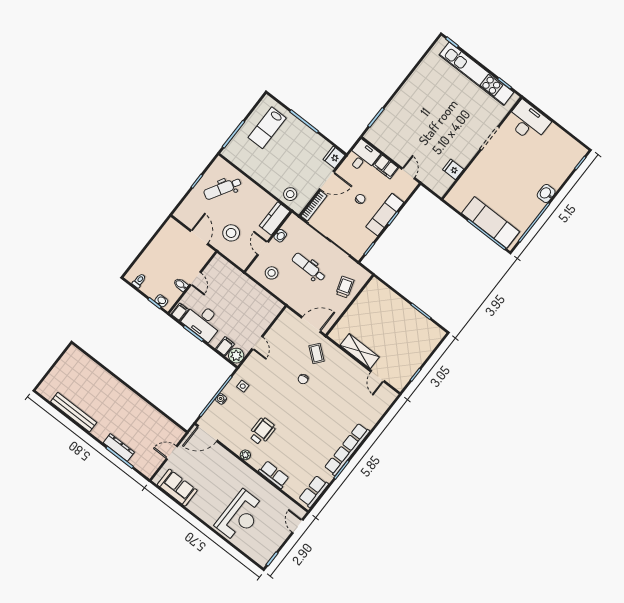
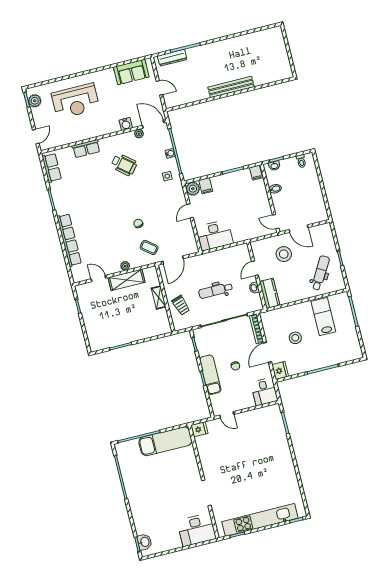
lab bench: (267, 128) -> (323, 317), moved
filing cabinet: (386, 167) -> (244, 402), removed
fridge: (453, 169) -> (199, 429), moved
washbasin: (546, 193) -> (145, 542), moved
stool: (290, 194) -> (295, 338), moved
exam couch: (491, 222) -> (165, 441), moved
door: (263, 248) -> (255, 268), swing flipped
dental chair: (309, 267) -> (216, 290), turned 180
stool: (272, 273) -> (232, 261), removed
door: (196, 279) -> (276, 222), moved
shelving: (353, 312) -> (159, 297), added
desk: (203, 322) -> (215, 235), moved, turned 180
door: (257, 343) -> (190, 211), hinge flipped
plant: (349, 362) -> (125, 266), added
bench: (74, 412) -> (231, 87), moved
wheelchair: (262, 431) -> (124, 165), turned -50
door: (207, 433) -> (153, 124), hinge flipped
dresser: (119, 448) -> (172, 58), moved
row of seats: (347, 449) -> (69, 240), moved
door: (172, 453) -> (159, 88), hinge flipped
plant: (245, 455) -> (139, 134), moved
water cooler: (226, 457) -> (126, 124), added
reception desk: (240, 516) -> (75, 101), turned -90
door: (297, 526) -> (36, 137), hinge flipped
plant: (267, 551) -> (35, 101), added

